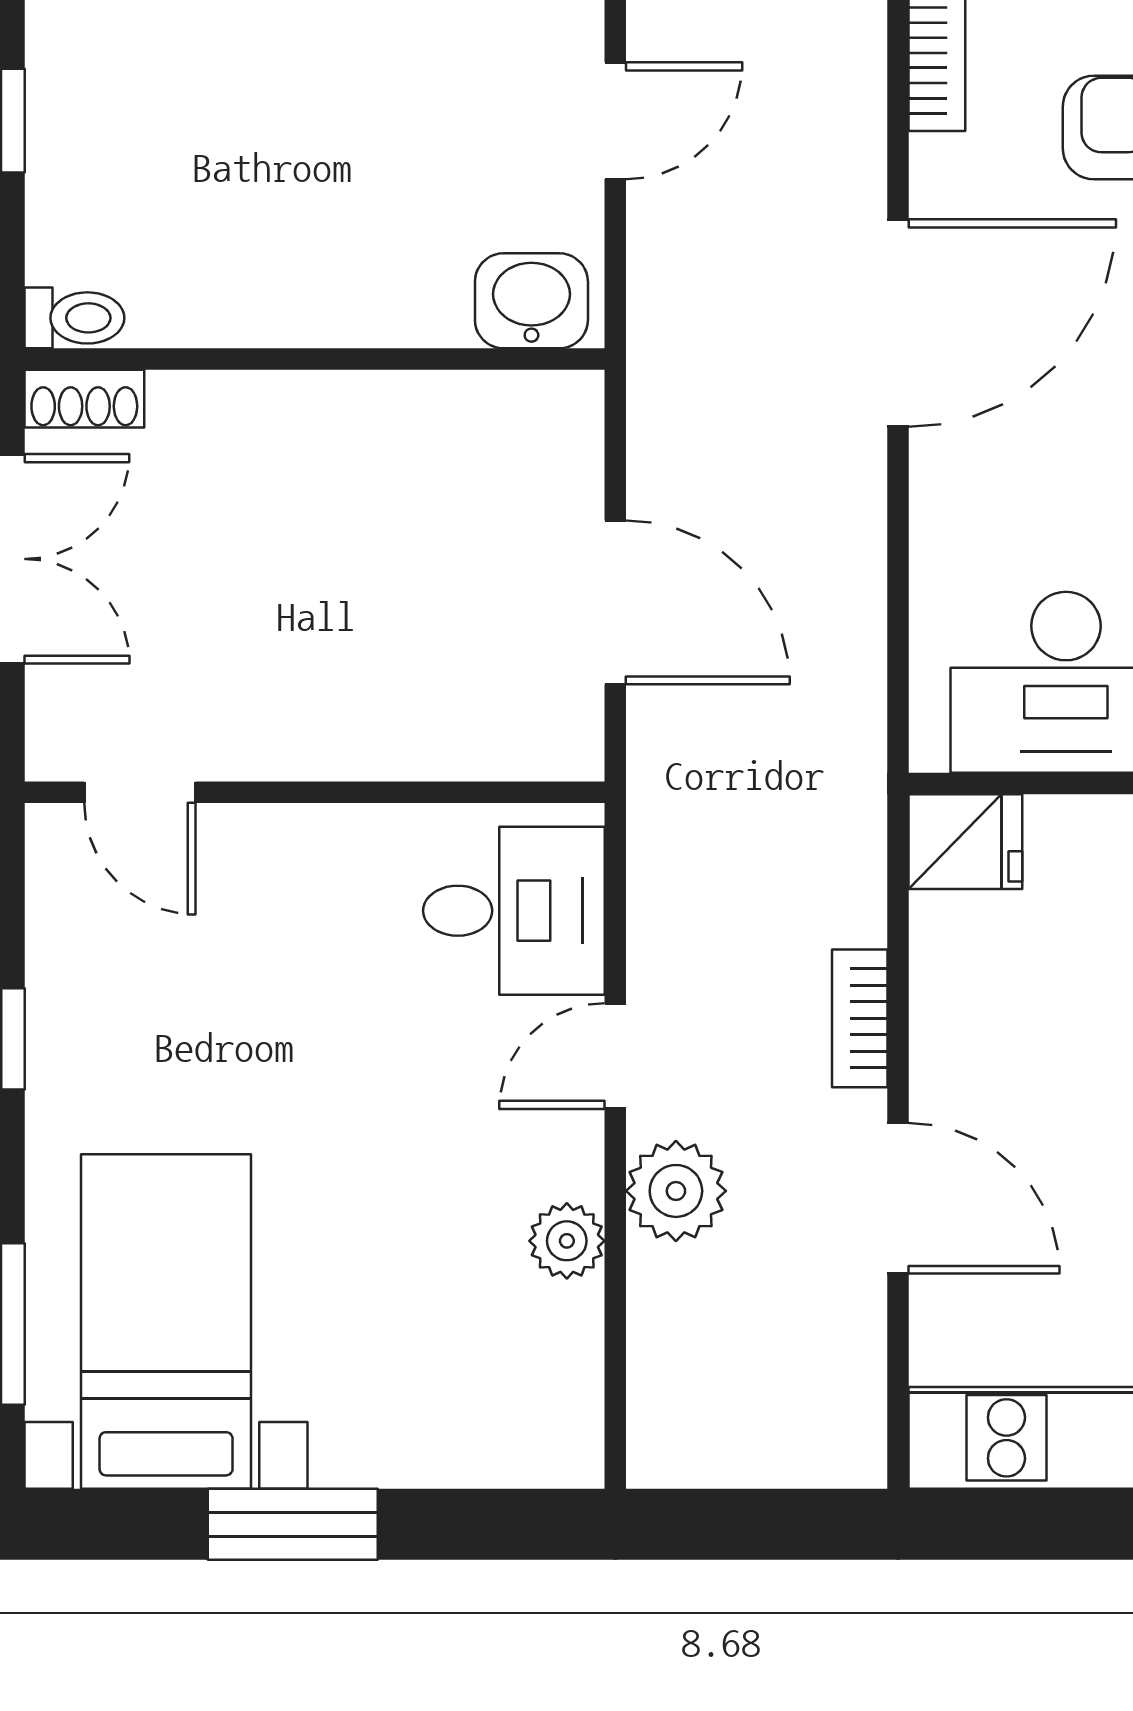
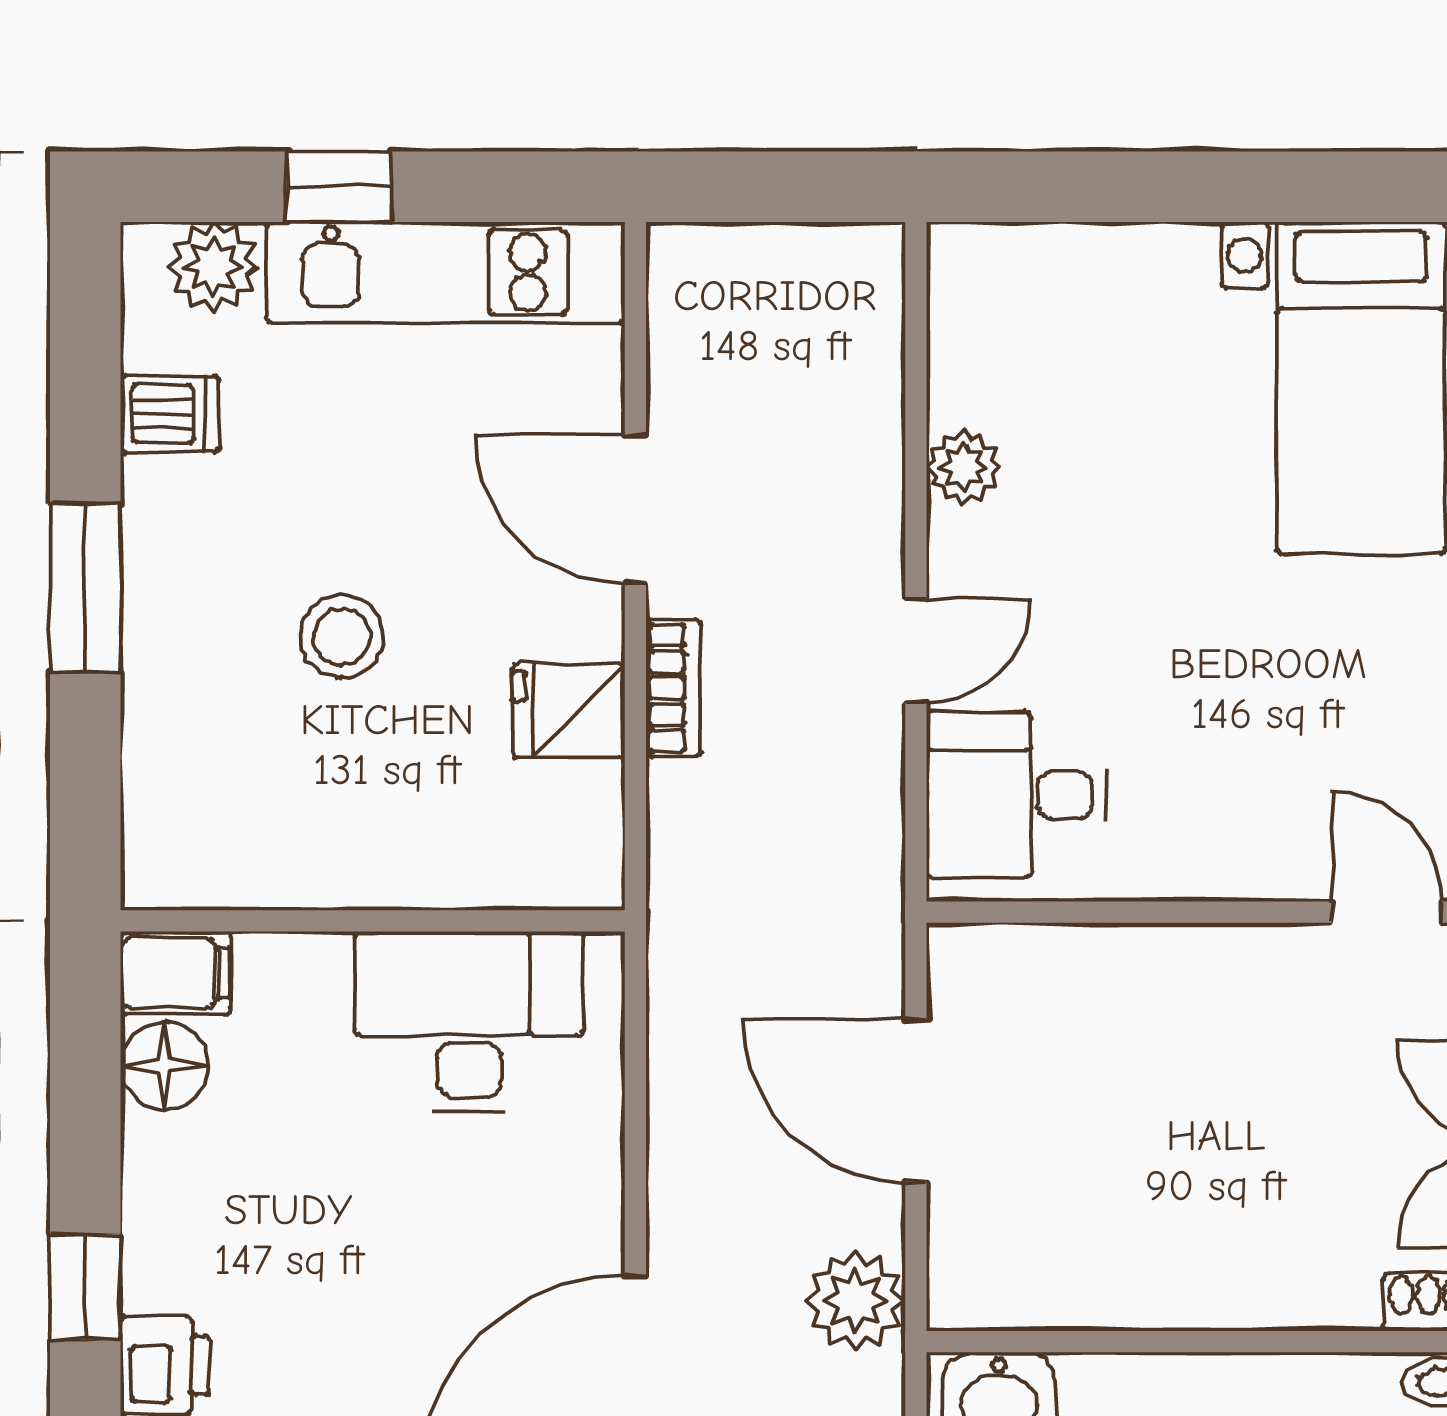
fridge: (965, 842) -> (569, 711), moved
plant: (676, 1191) -> (856, 1301), moved
window: (293, 1524) -> (1235, 187), removed

